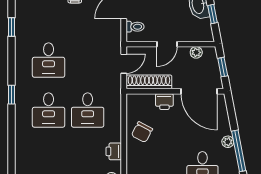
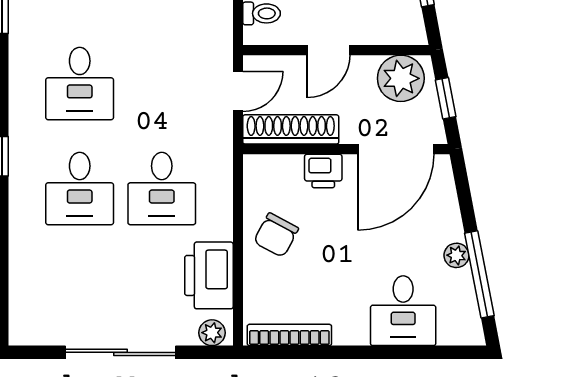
plant: (196, 52) -> (401, 78), width x1.88, depth x1.88
door: (199, 91) -> (396, 149), hinge flipped
printer: (114, 151) -> (209, 275), width x1.87, depth x1.48

